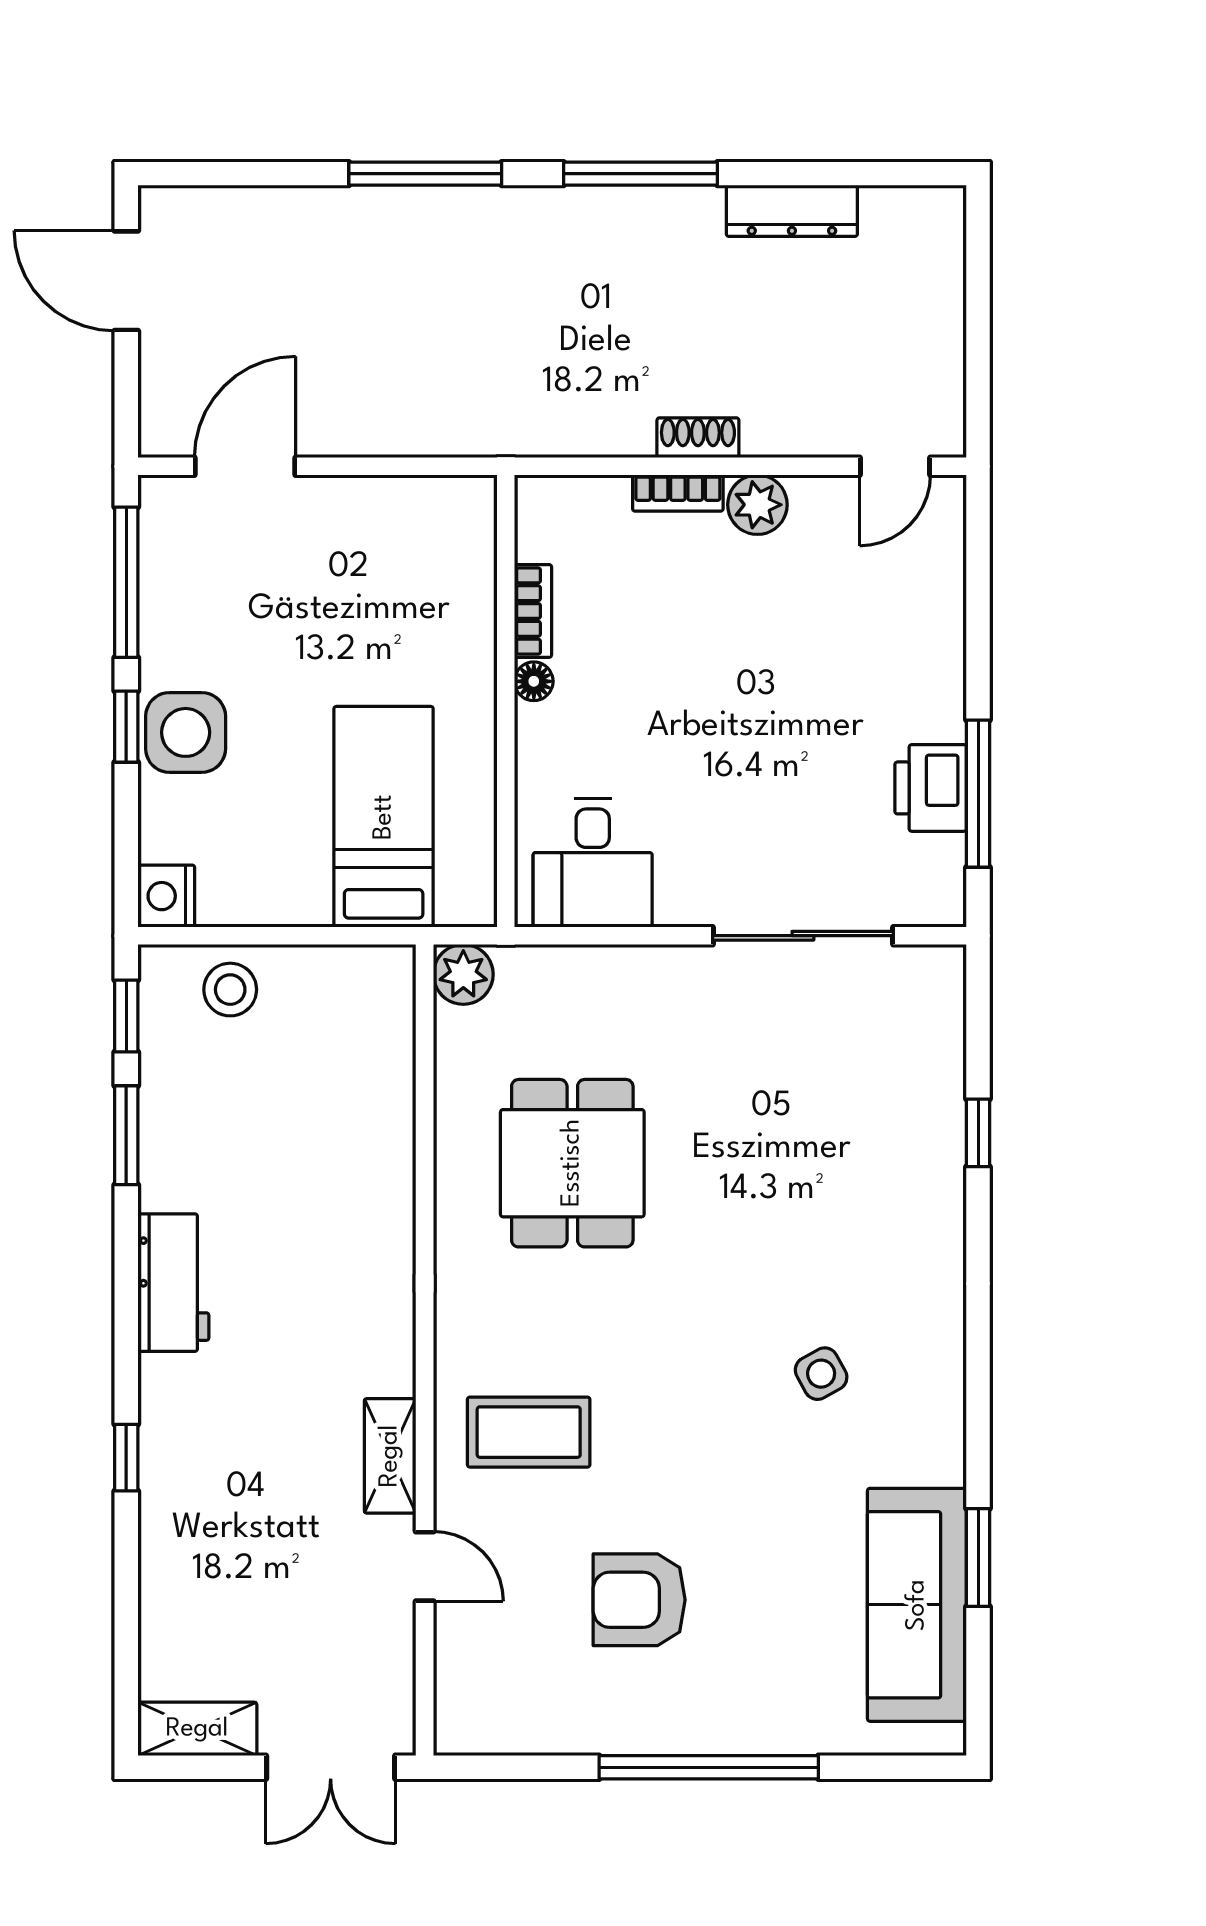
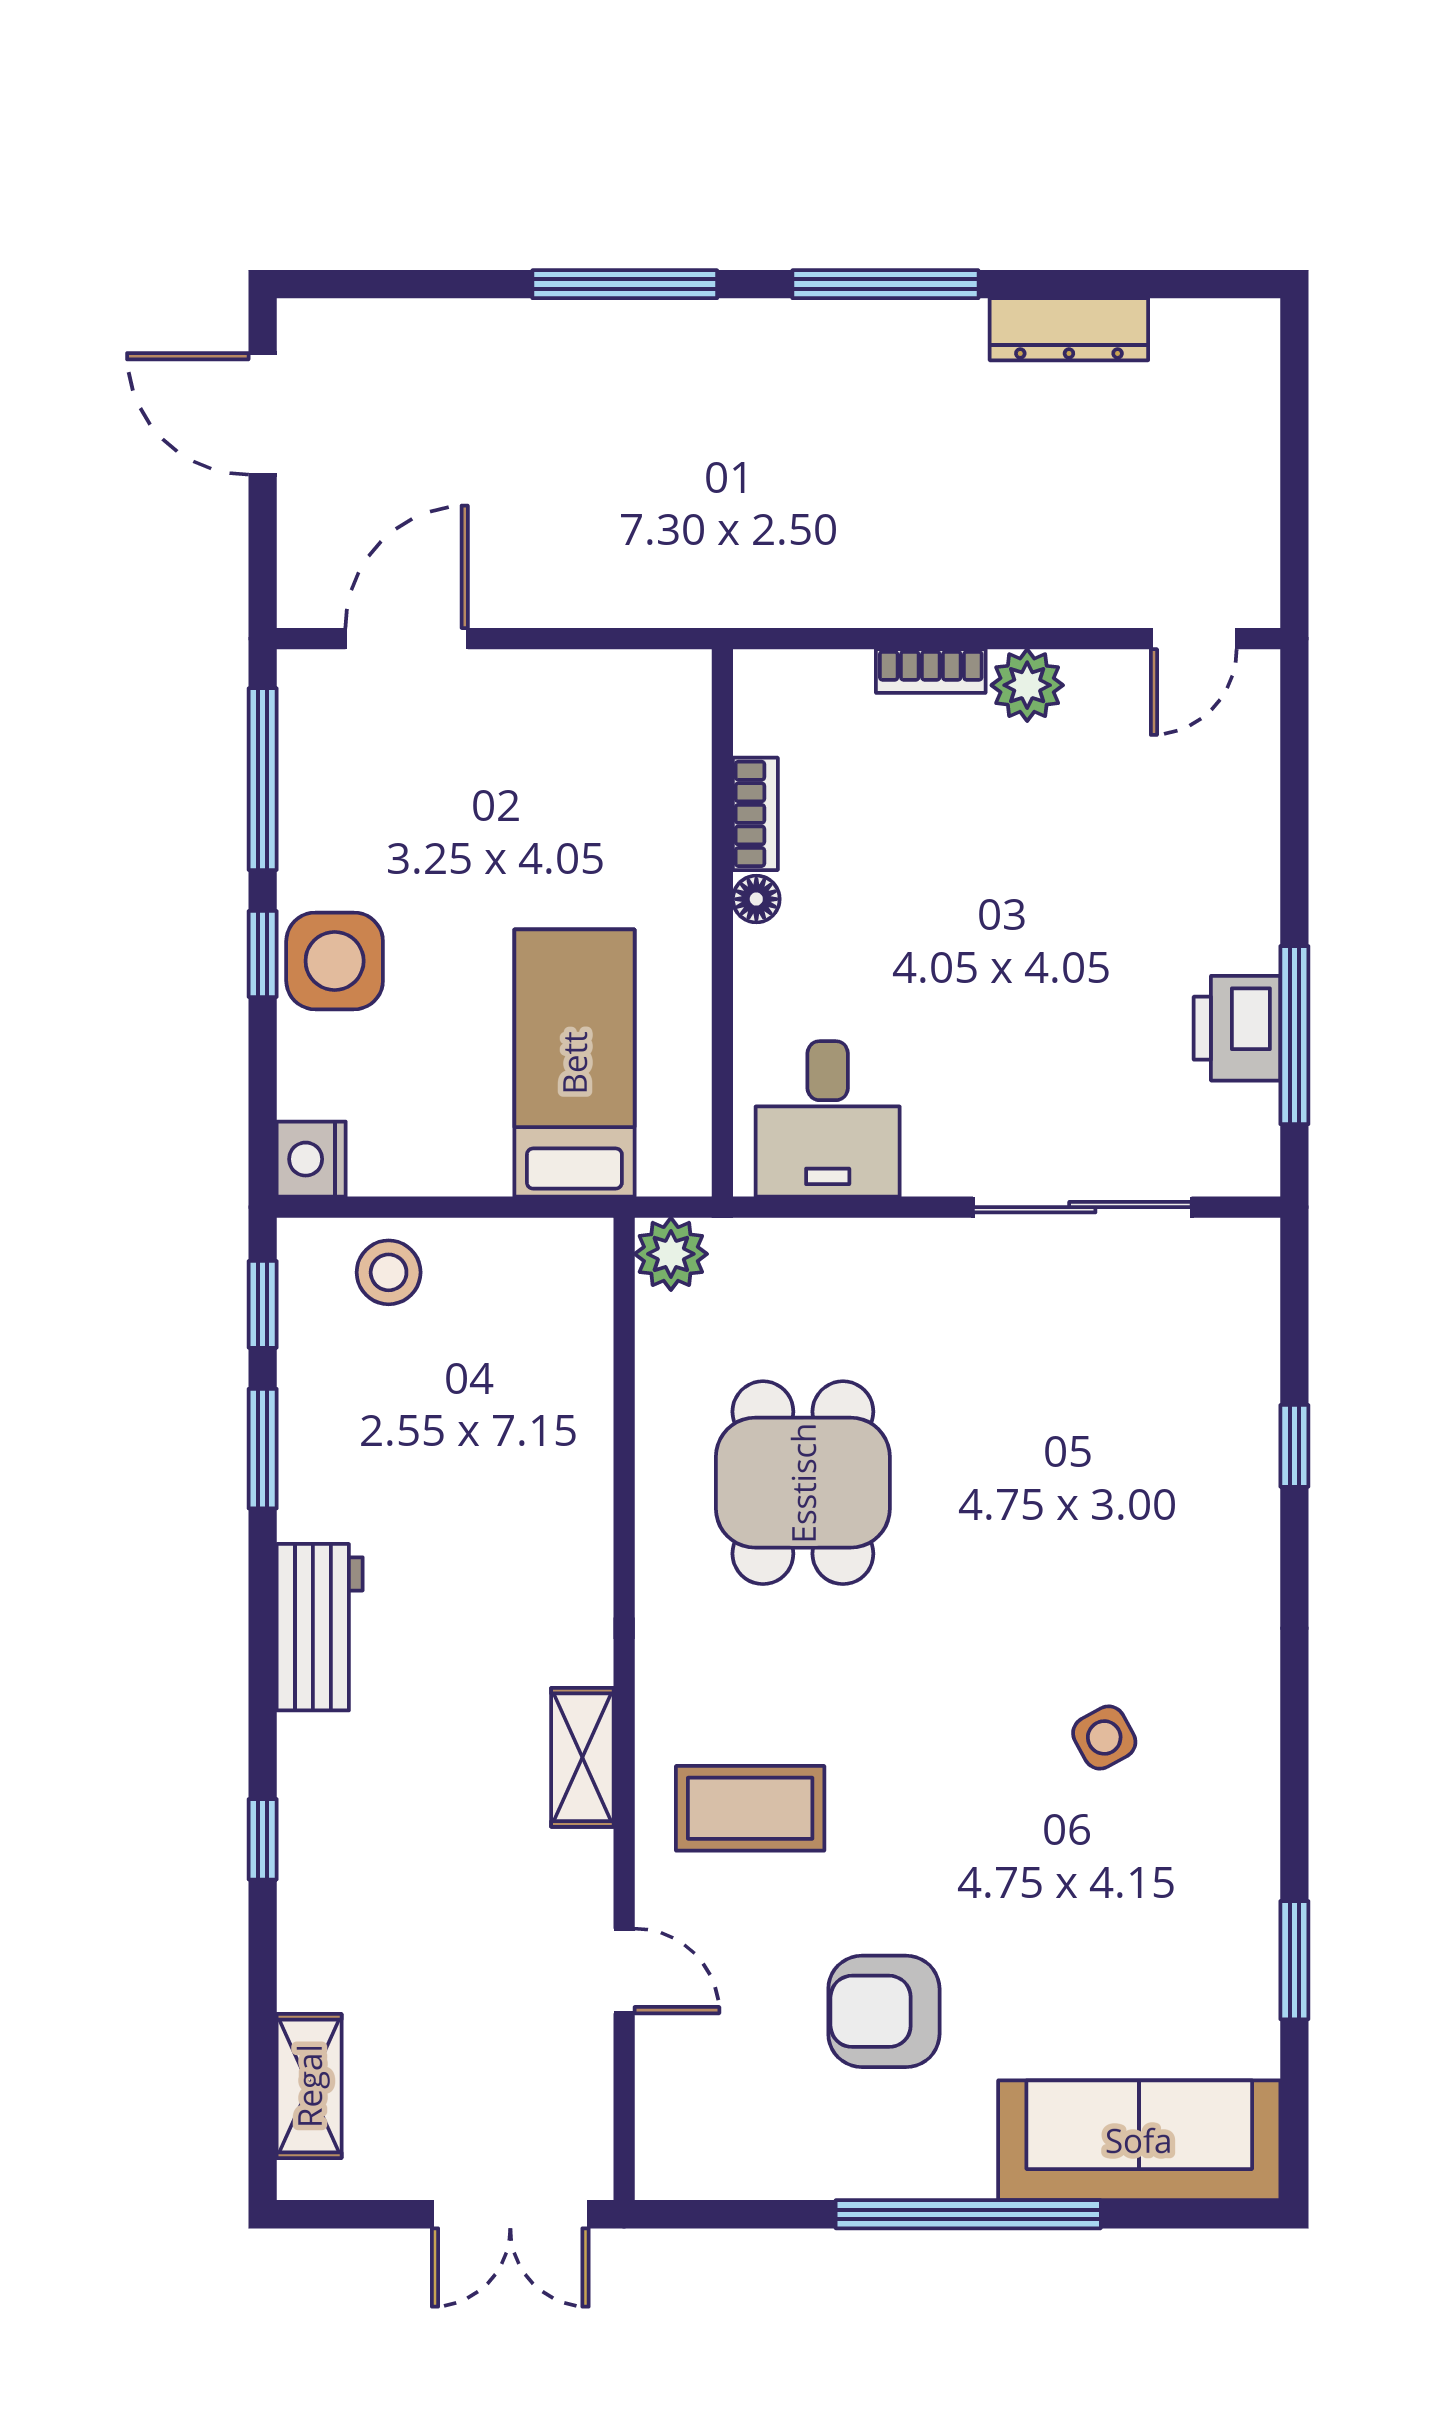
shoe rack: (698, 438) -> (955, 604), removed
shelving: (390, 1456) -> (582, 1757), moved
sofa: (917, 1605) -> (1139, 2140), moved, turned 90
shelving: (197, 1729) -> (309, 2086), moved, turned 90

